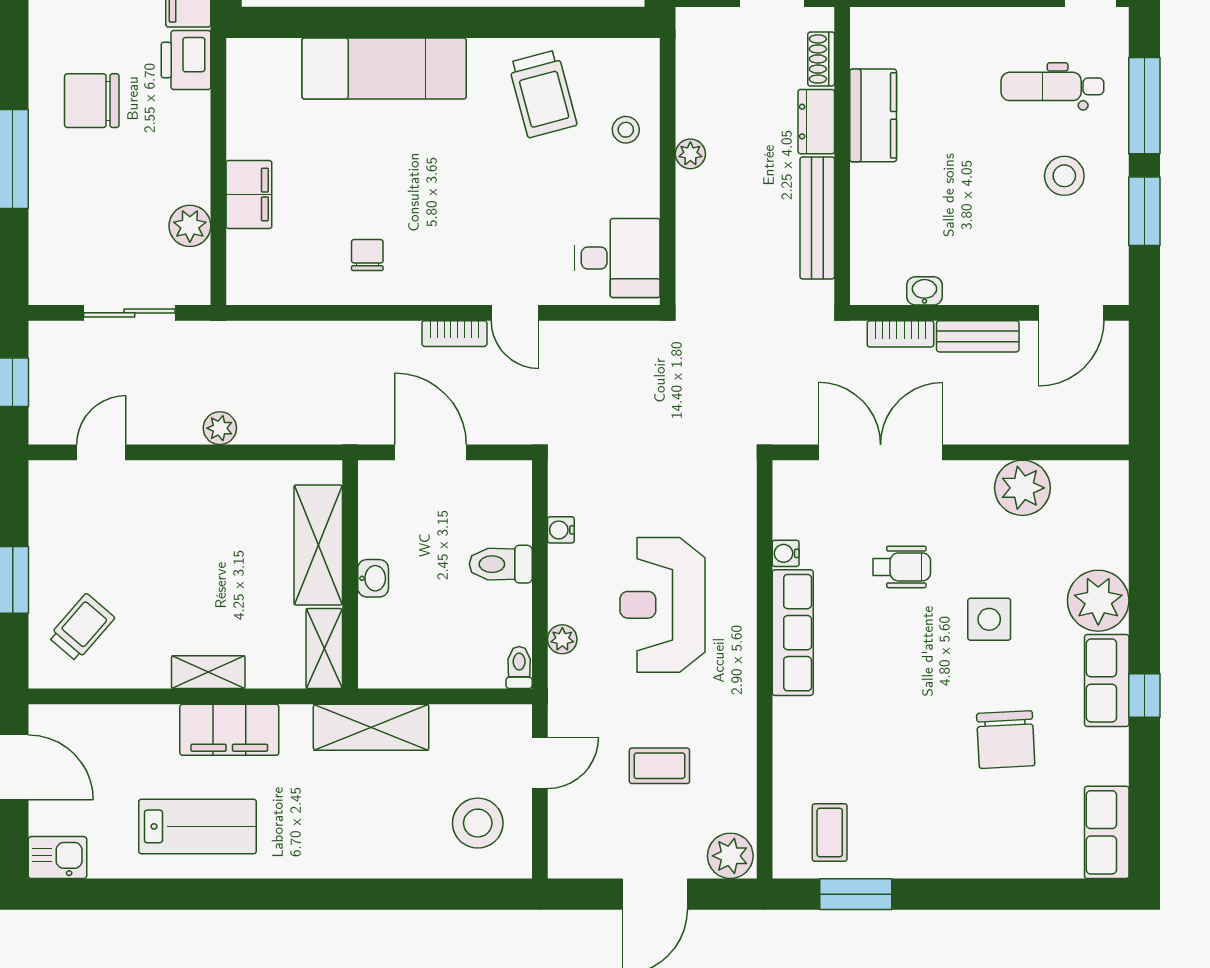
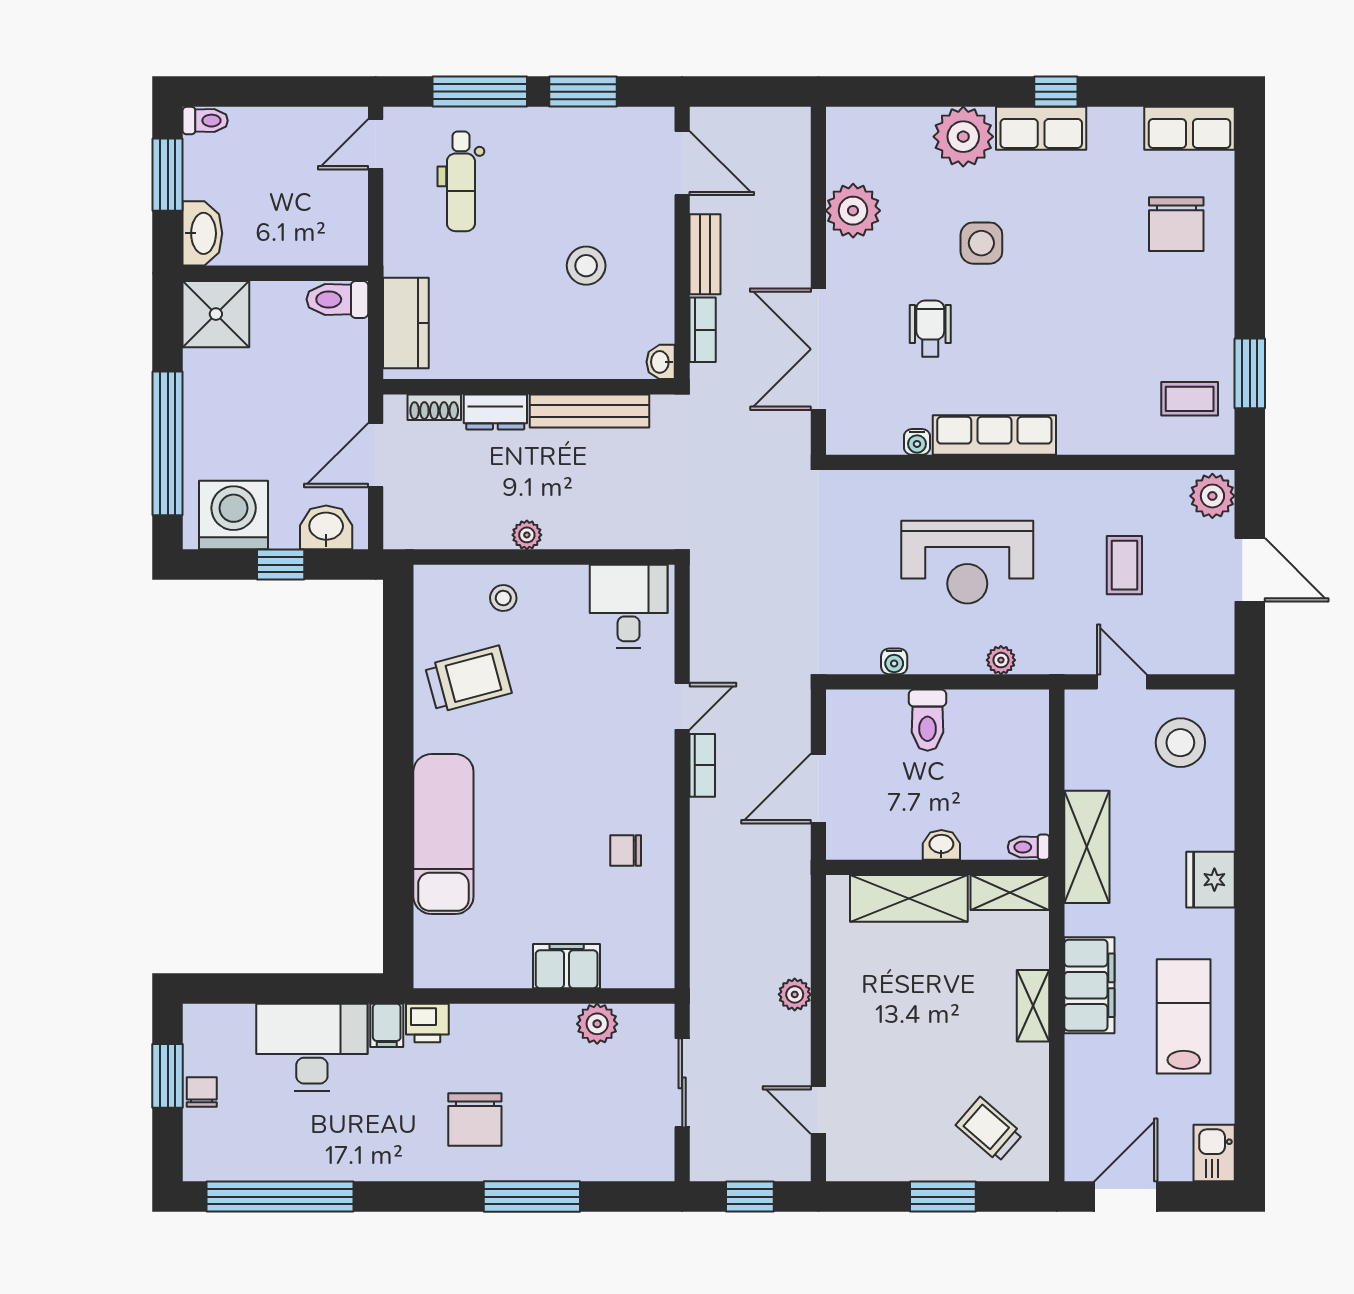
printer: (186, 60) -> (427, 1023), width x0.73, depth x0.81
kitchen counter: (873, 115) -> (406, 323), moved, turned 90
stool: (1064, 176) -> (586, 266), moved
washbasin: (924, 291) -> (661, 362), moved
toilet: (519, 668) -> (1029, 847), moved
chair: (1006, 740) -> (1176, 224), moved, turned 93
fridge: (337, 854) -> (1211, 880), added

